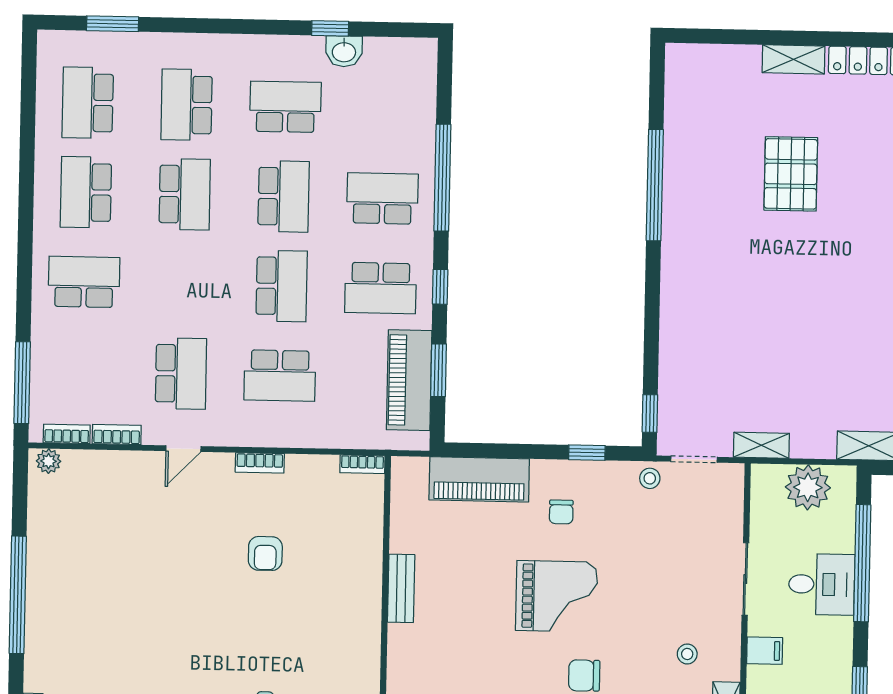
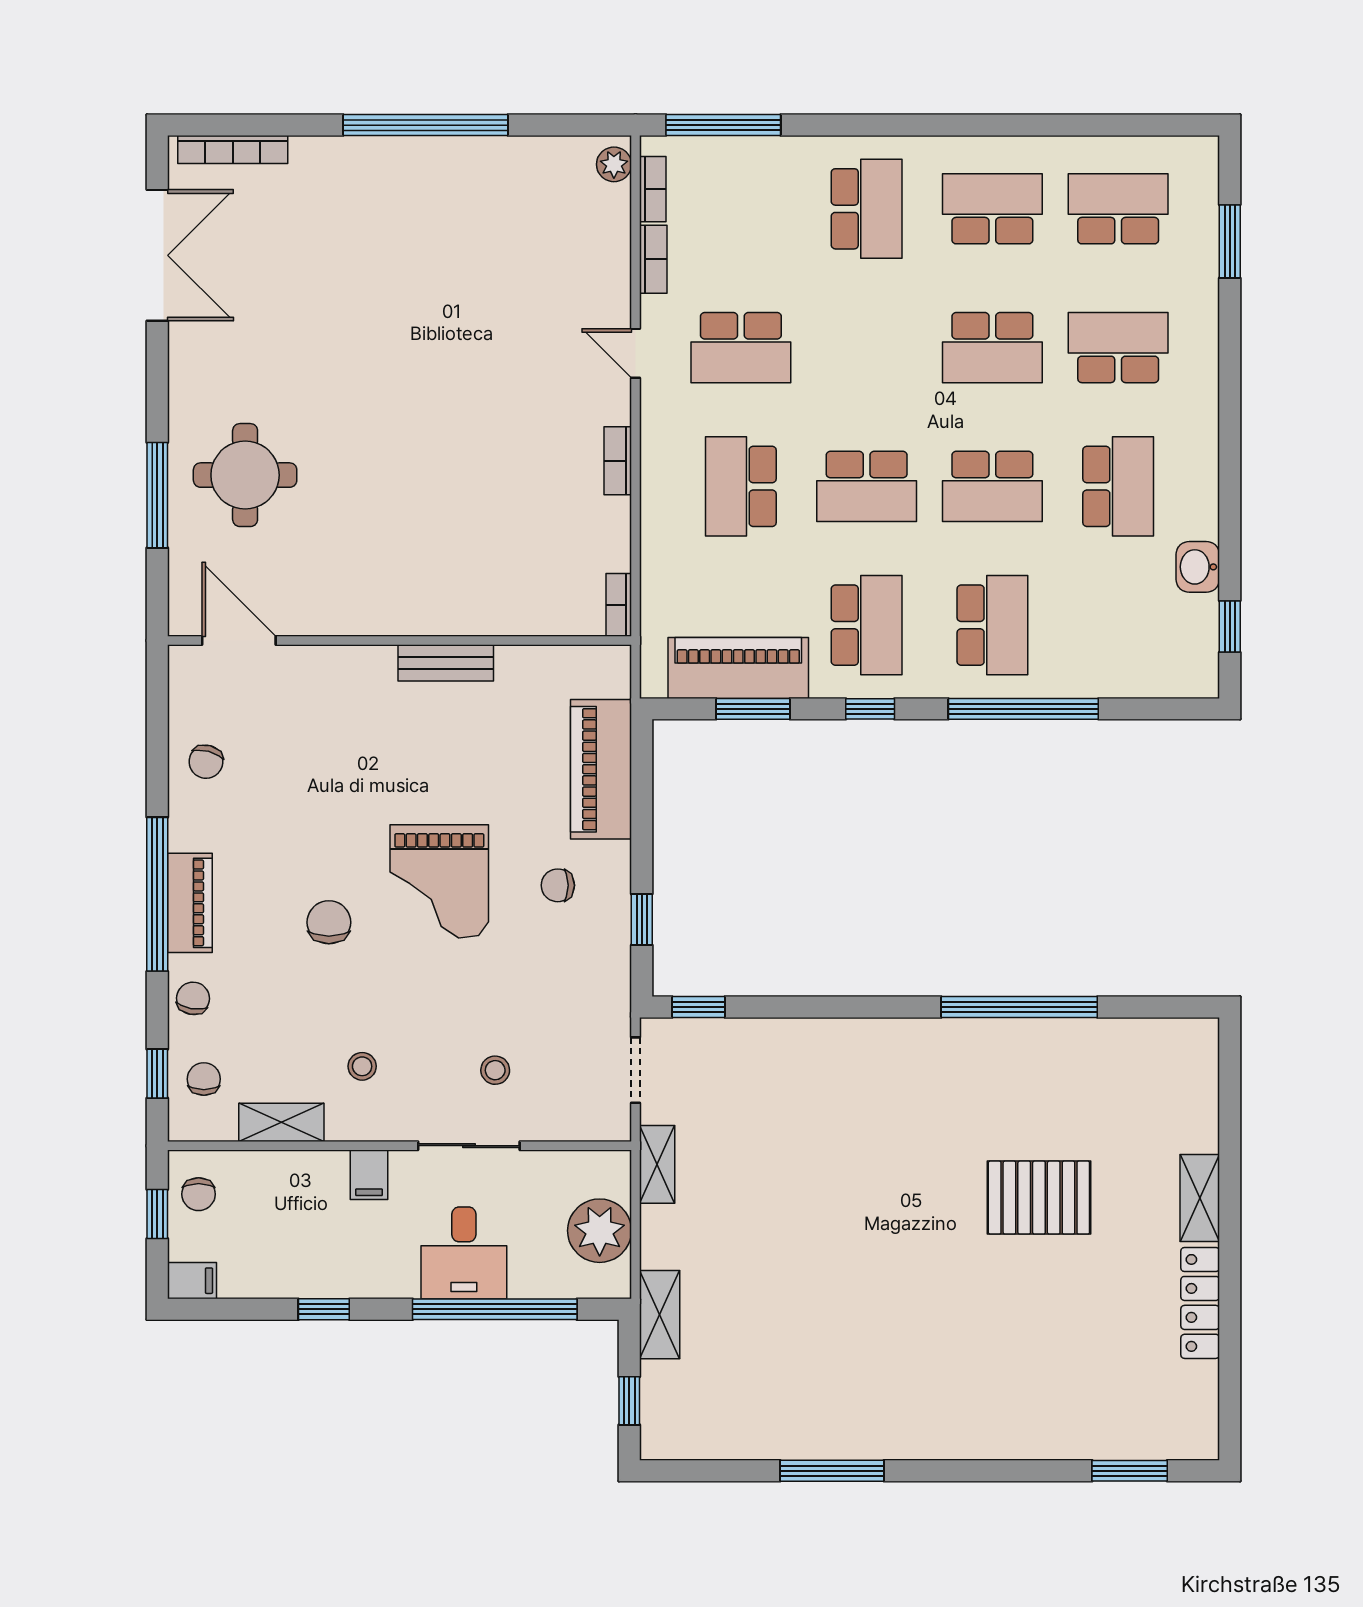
window: (330, 28) -> (1230, 627), moved
school desk: (381, 288) -> (867, 625), turned 180
stool: (650, 478) -> (495, 1070), moved
armchair: (265, 553) -> (491, 471), removed

